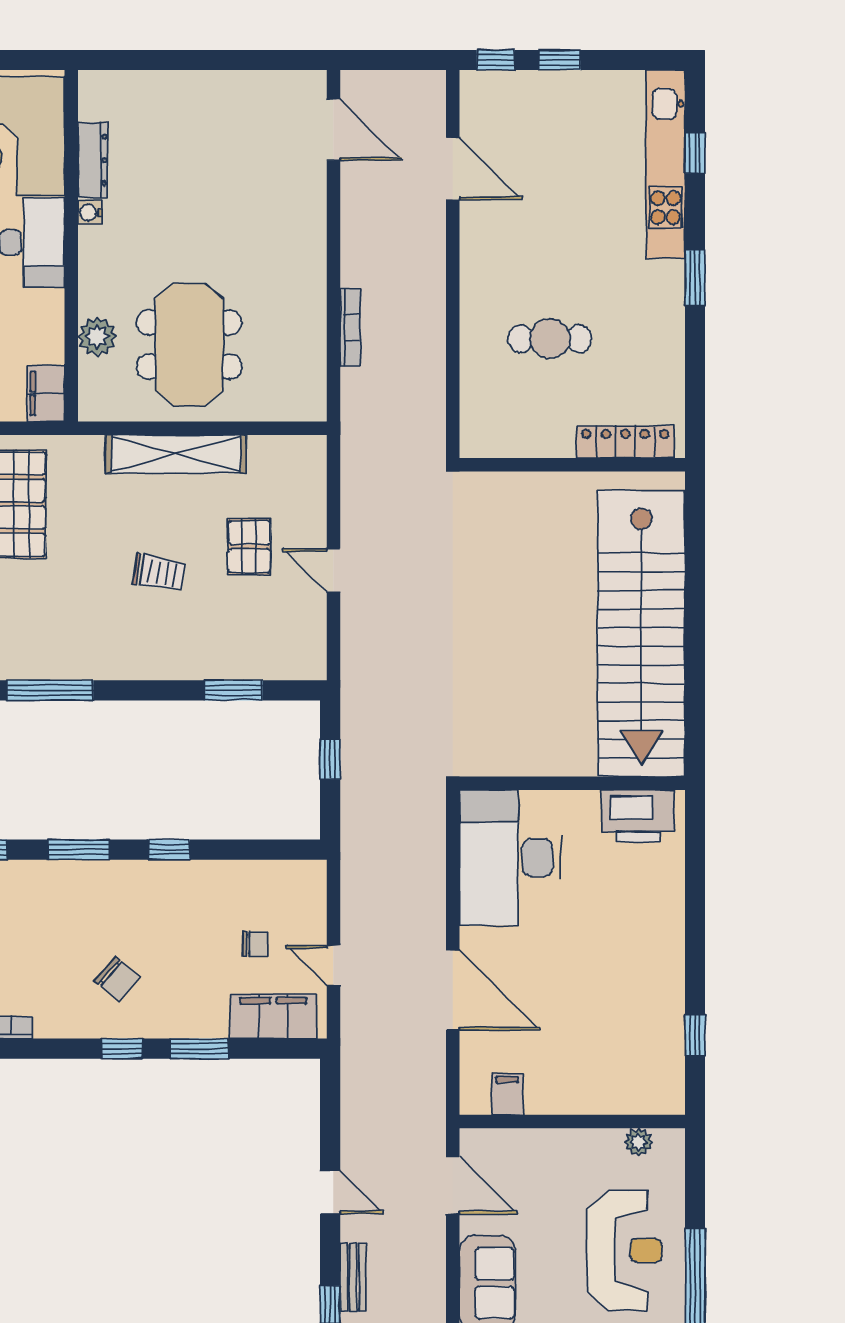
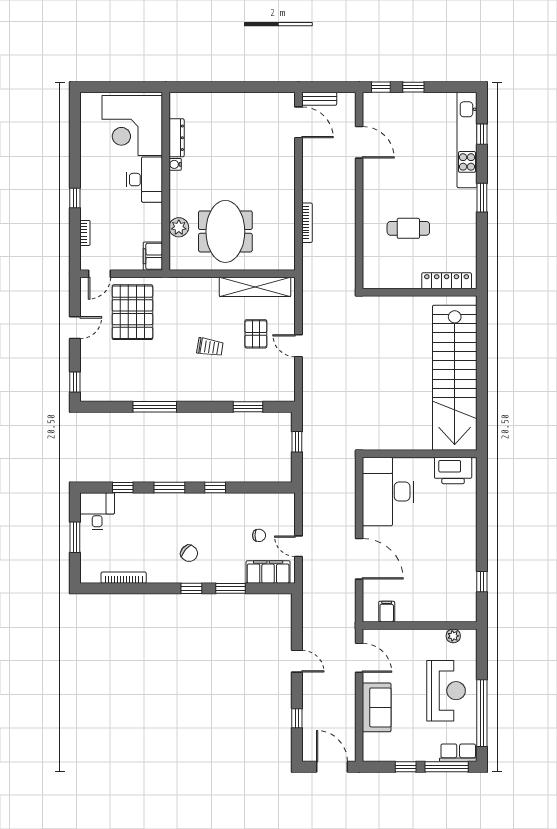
shelving: (176, 454) -> (255, 287), moved
bench: (353, 1277) -> (319, 99), moved, turned 90

